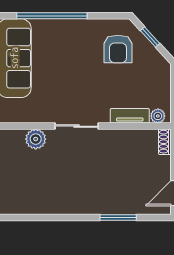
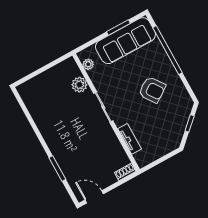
armchair: (118, 49) -> (152, 90), moved, turned -125
plant: (158, 116) -> (88, 64), moved

